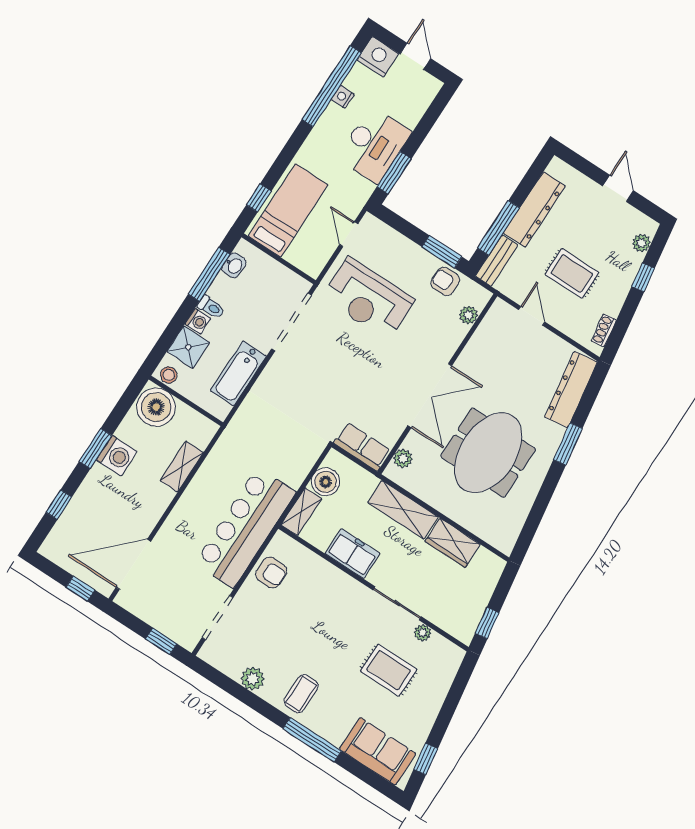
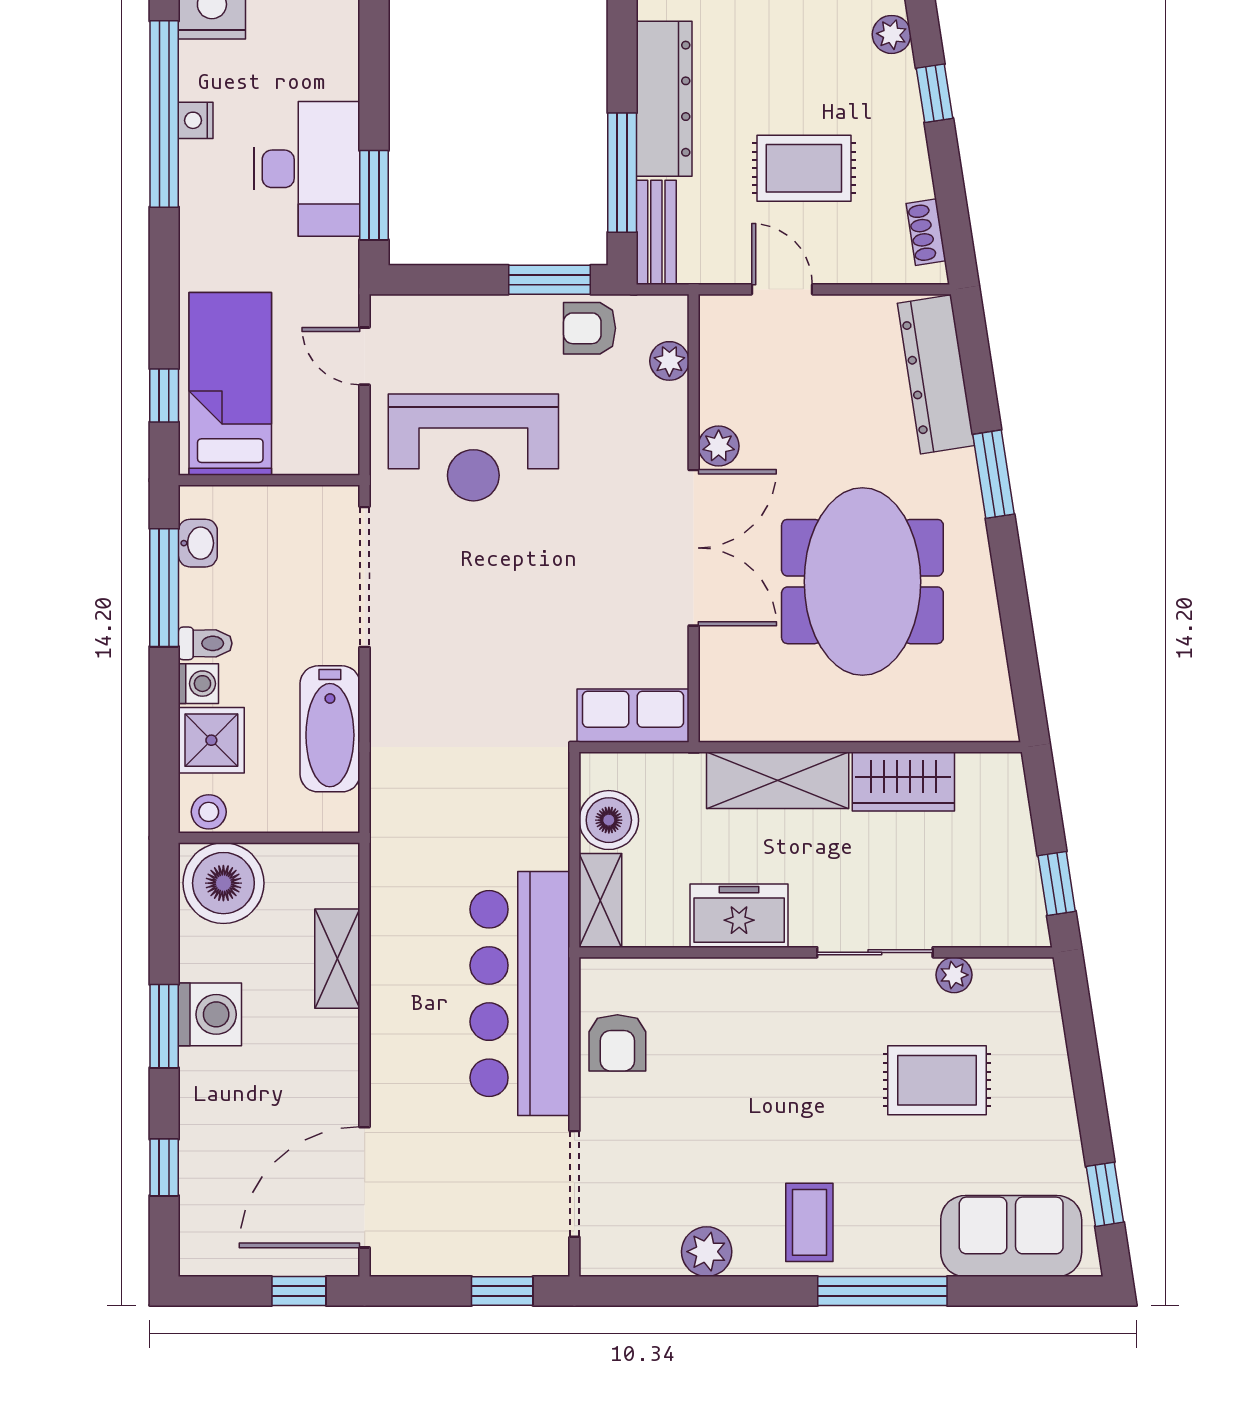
plant: (403, 458) -> (719, 446), moved
armchair: (271, 573) -> (617, 1043), turned 90

